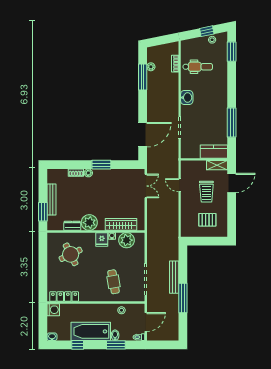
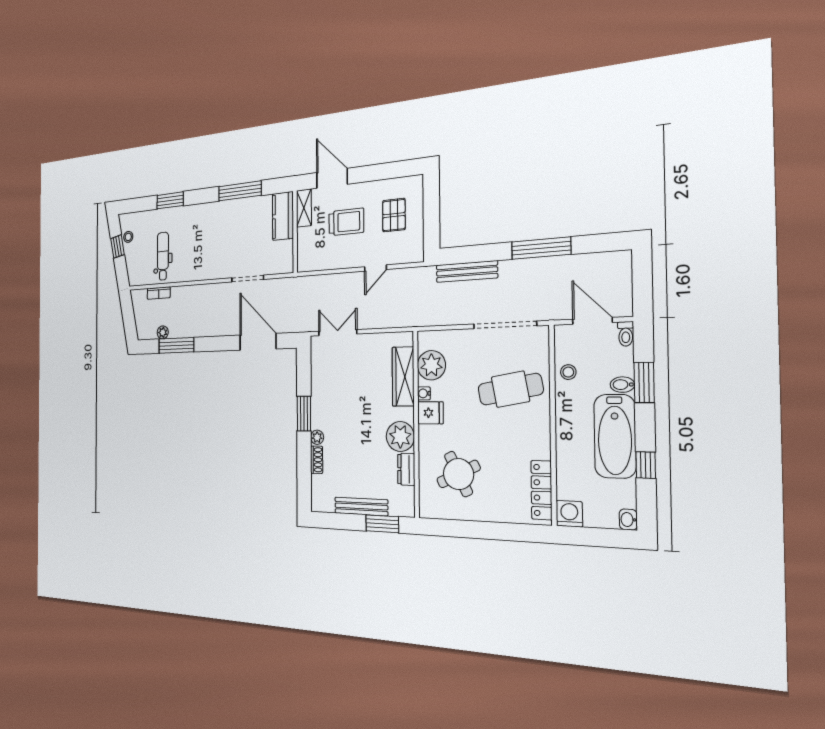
window: (232, 52) -> (170, 200), moved
washbasin: (187, 98) -> (204, 270), removed
door: (180, 185) -> (375, 268), moved
bench: (174, 277) -> (467, 271), moved
cafe table: (114, 282) -> (510, 389), width x1.37, depth x1.35

